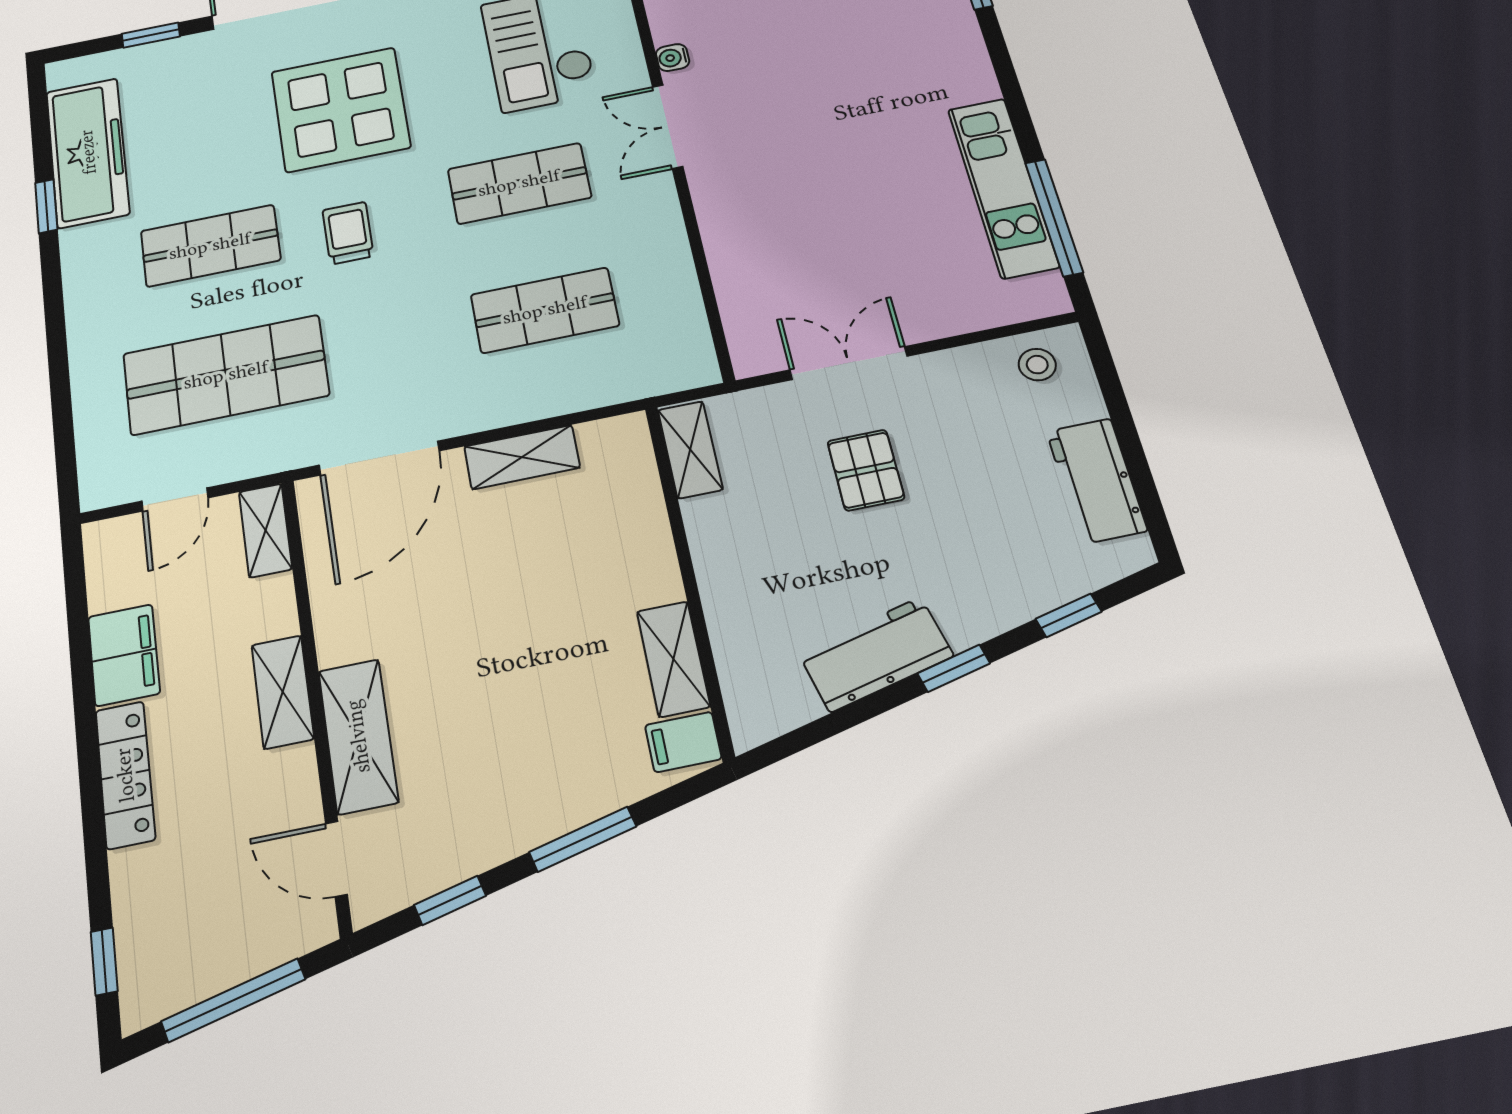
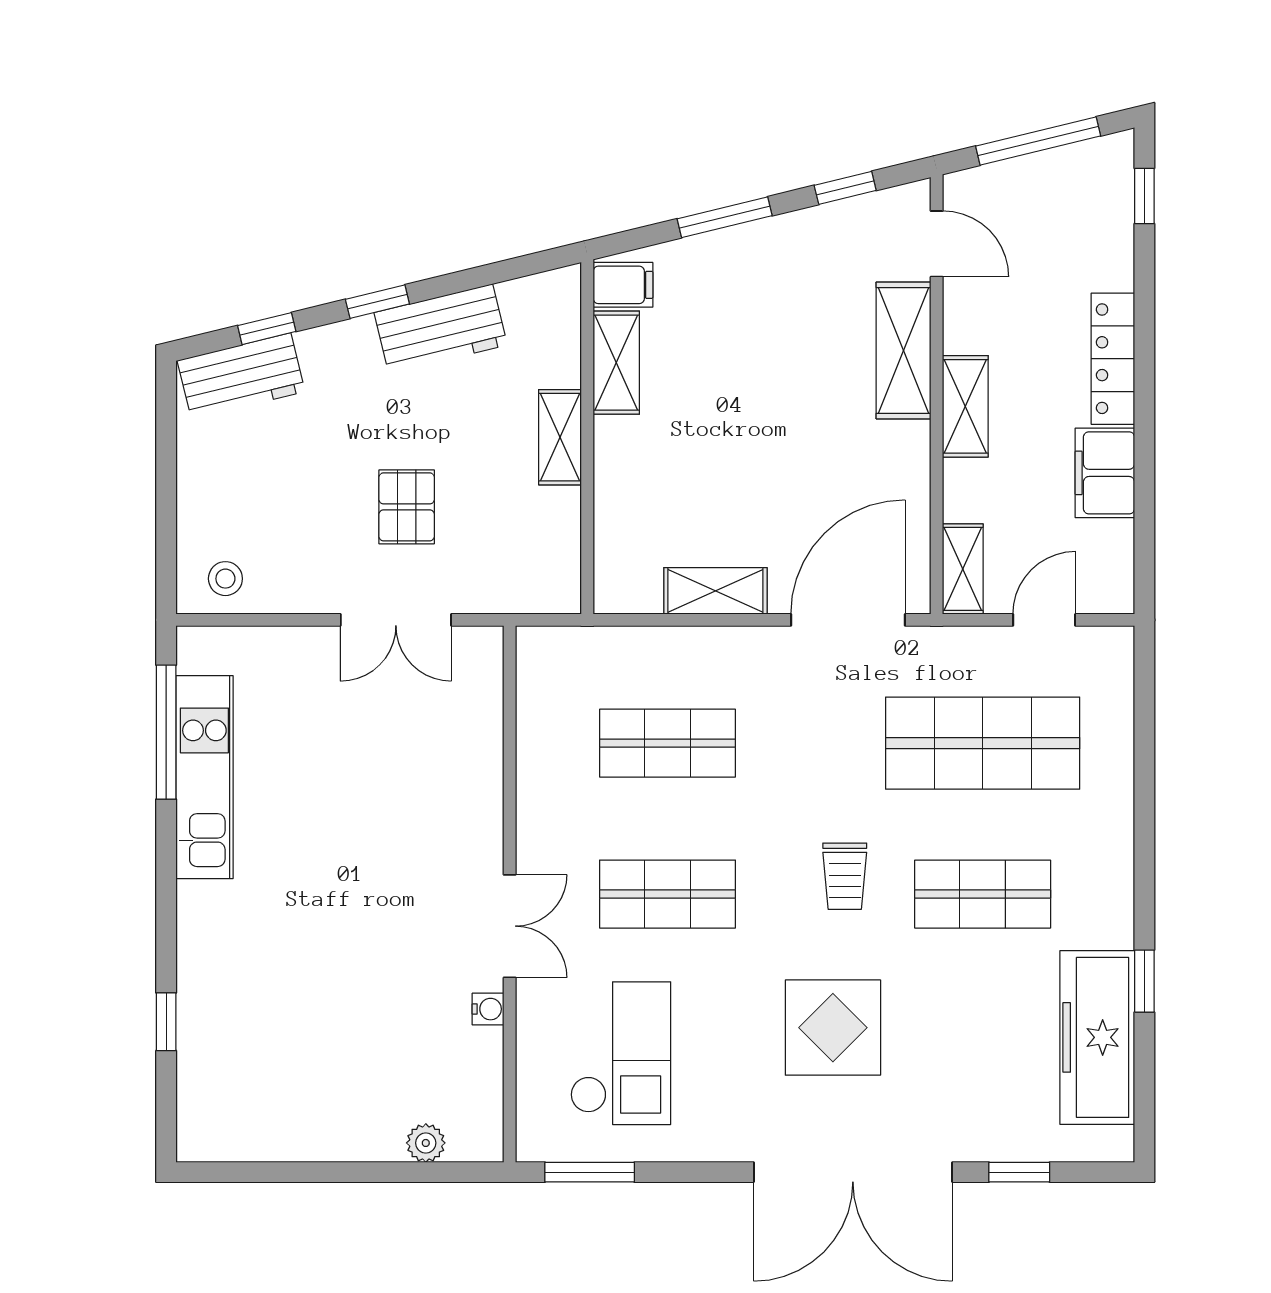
display table: (341, 109) -> (833, 1028), width x0.73, depth x0.73
shelving: (690, 450) -> (560, 437), moved
workbench: (1097, 481) -> (241, 376), moved, turned 76

